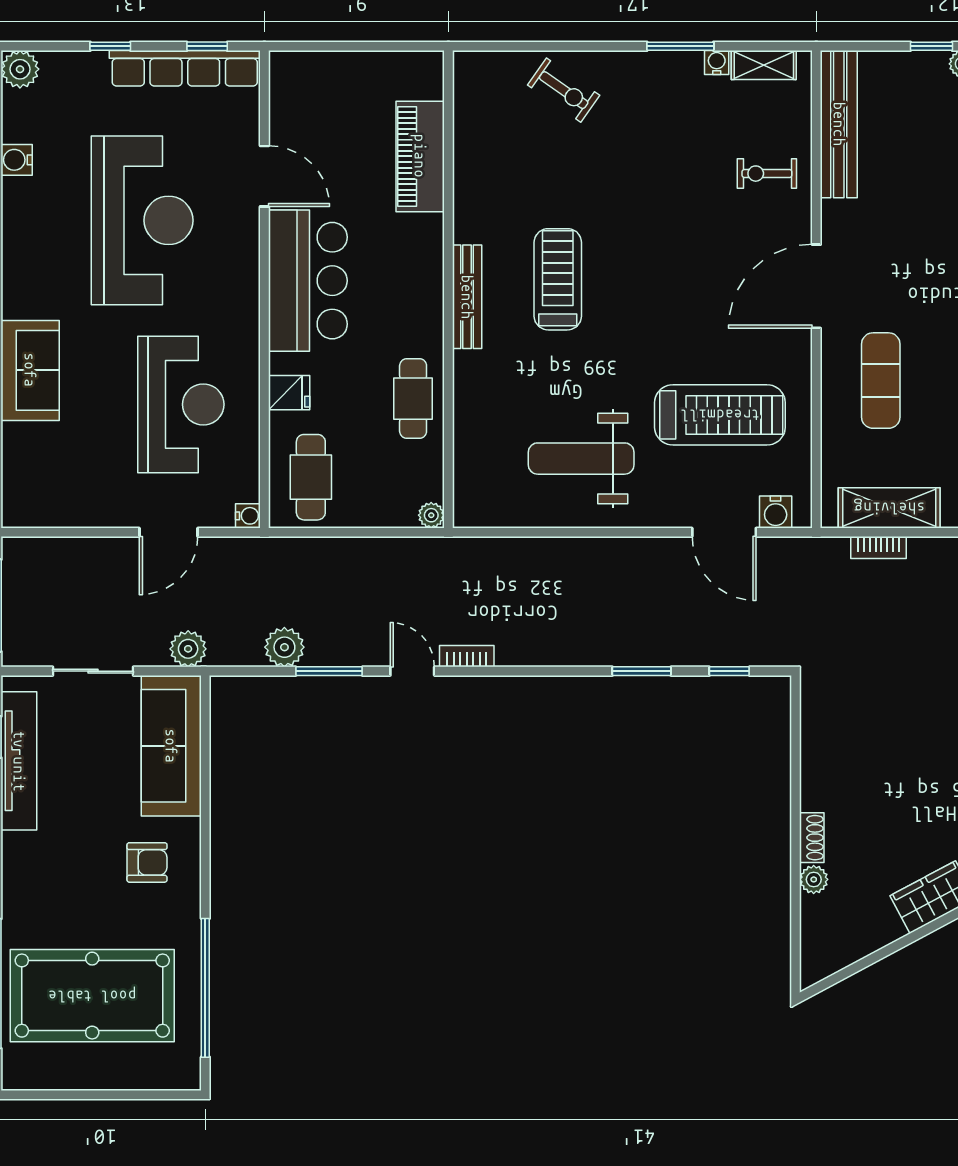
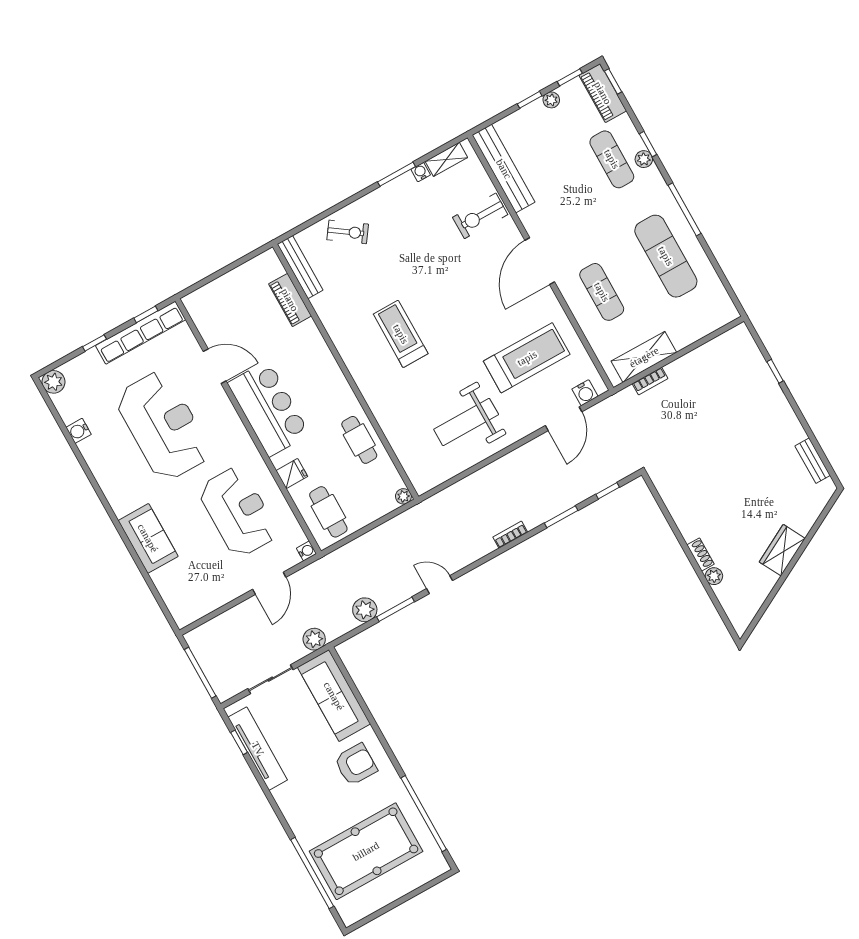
piano: (420, 156) -> (290, 300), width x0.73, depth x0.75
exercise bike: (767, 174) -> (480, 216), width x1.38, depth x1.39
bench: (467, 297) -> (300, 267), moved
door: (724, 532) -> (564, 419), hinge flipped
bookcase: (467, 656) -> (510, 535), moved
armchair: (147, 862) -> (356, 764), width x1.38, depth x1.38

